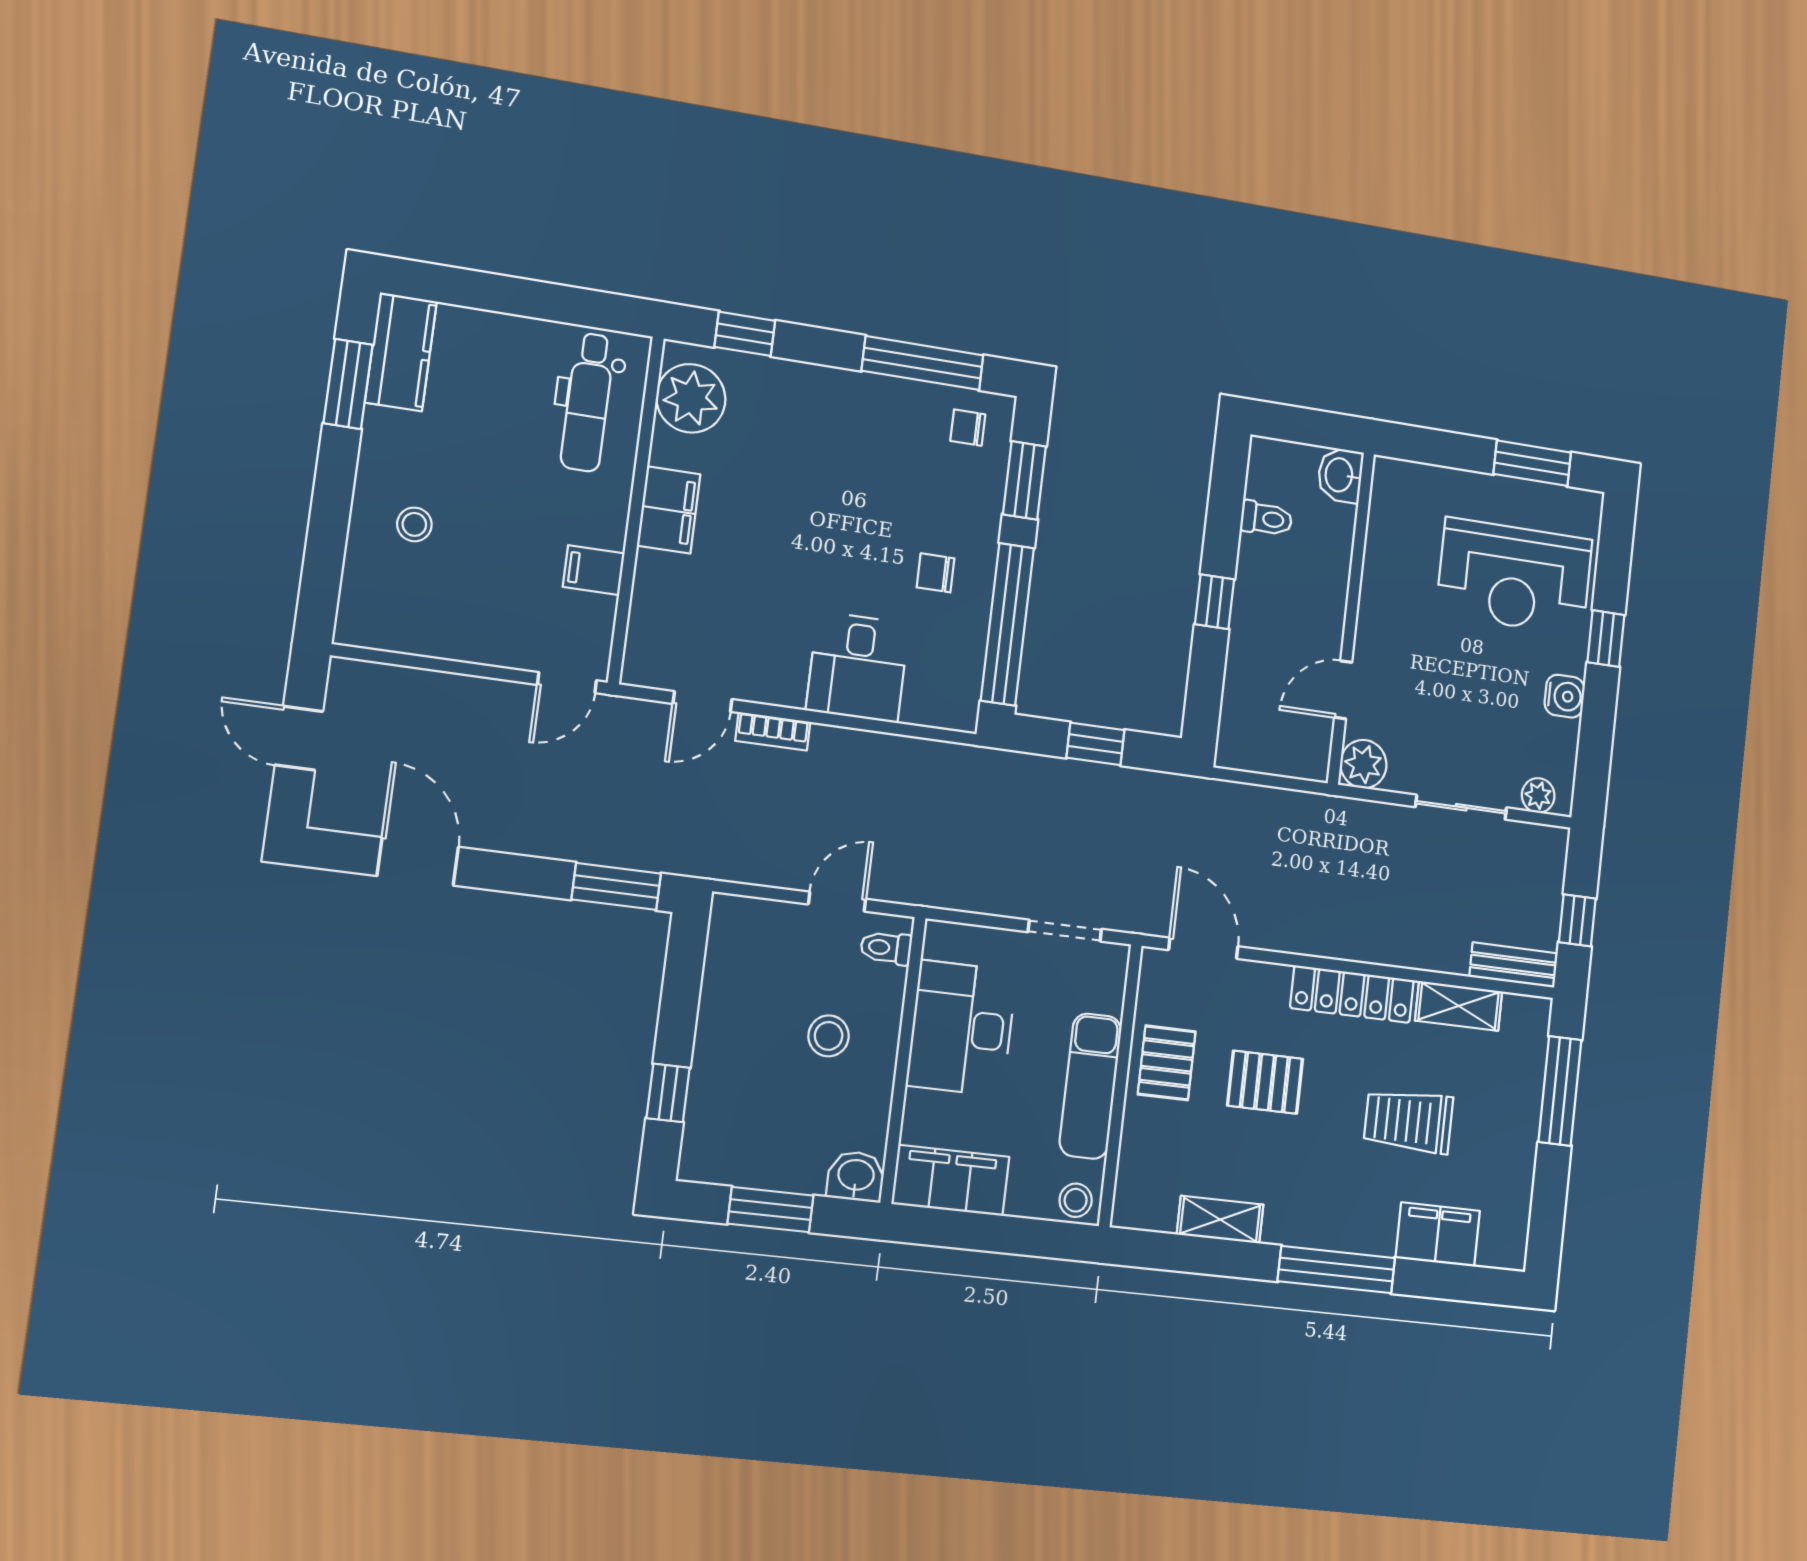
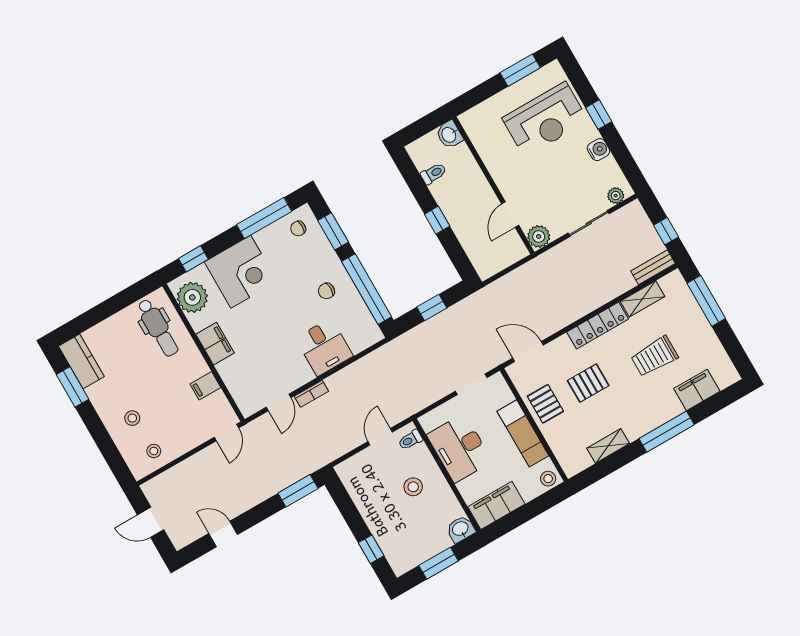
corner desk: (811, 422) -> (241, 272), added
stool: (407, 614) -> (154, 451), added
door: (418, 861) -> (223, 534), width x0.73

